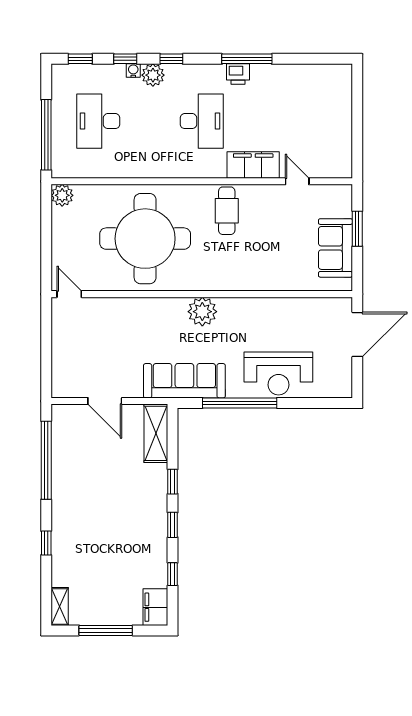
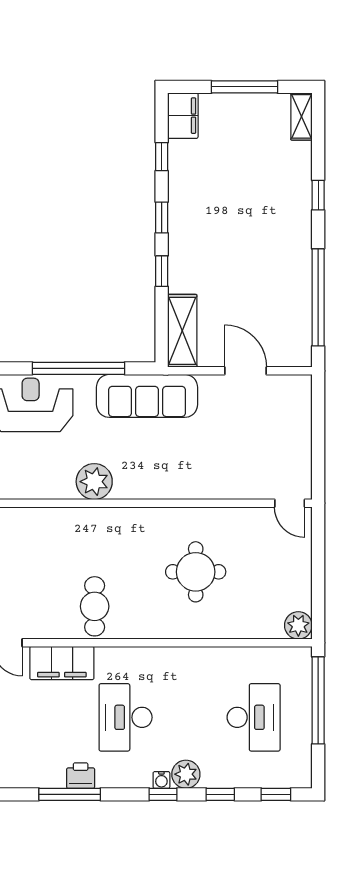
water cooler: (133, 70) -> (161, 780), moved
round table: (145, 239) -> (196, 572), width x0.54, depth x0.54
plant: (202, 312) -> (94, 482), moved

